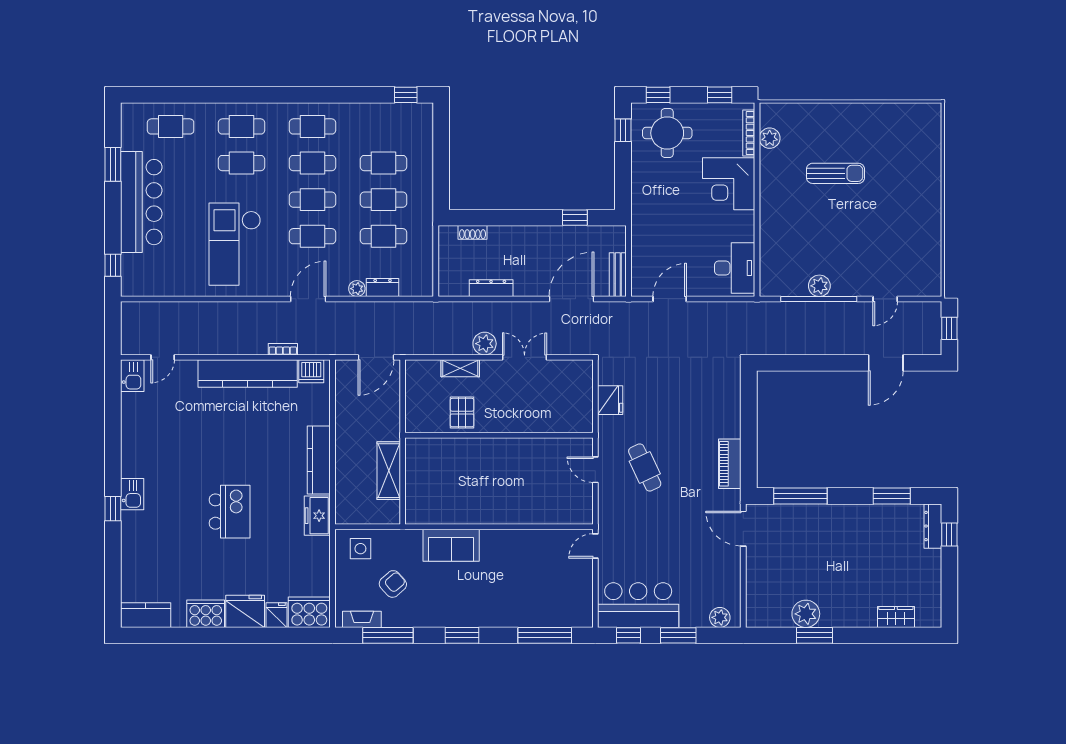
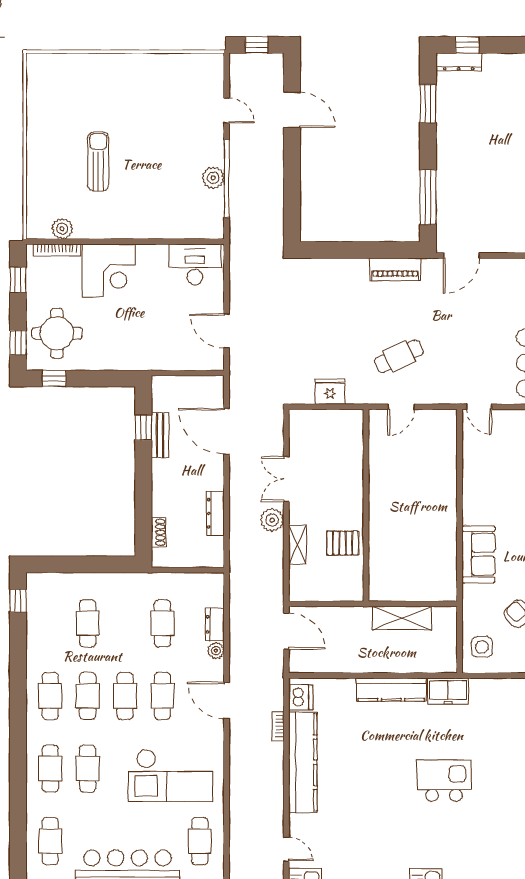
cafe table: (383, 200) -> (200, 841), moved
bench: (618, 275) -> (160, 435), moved, turned 90

